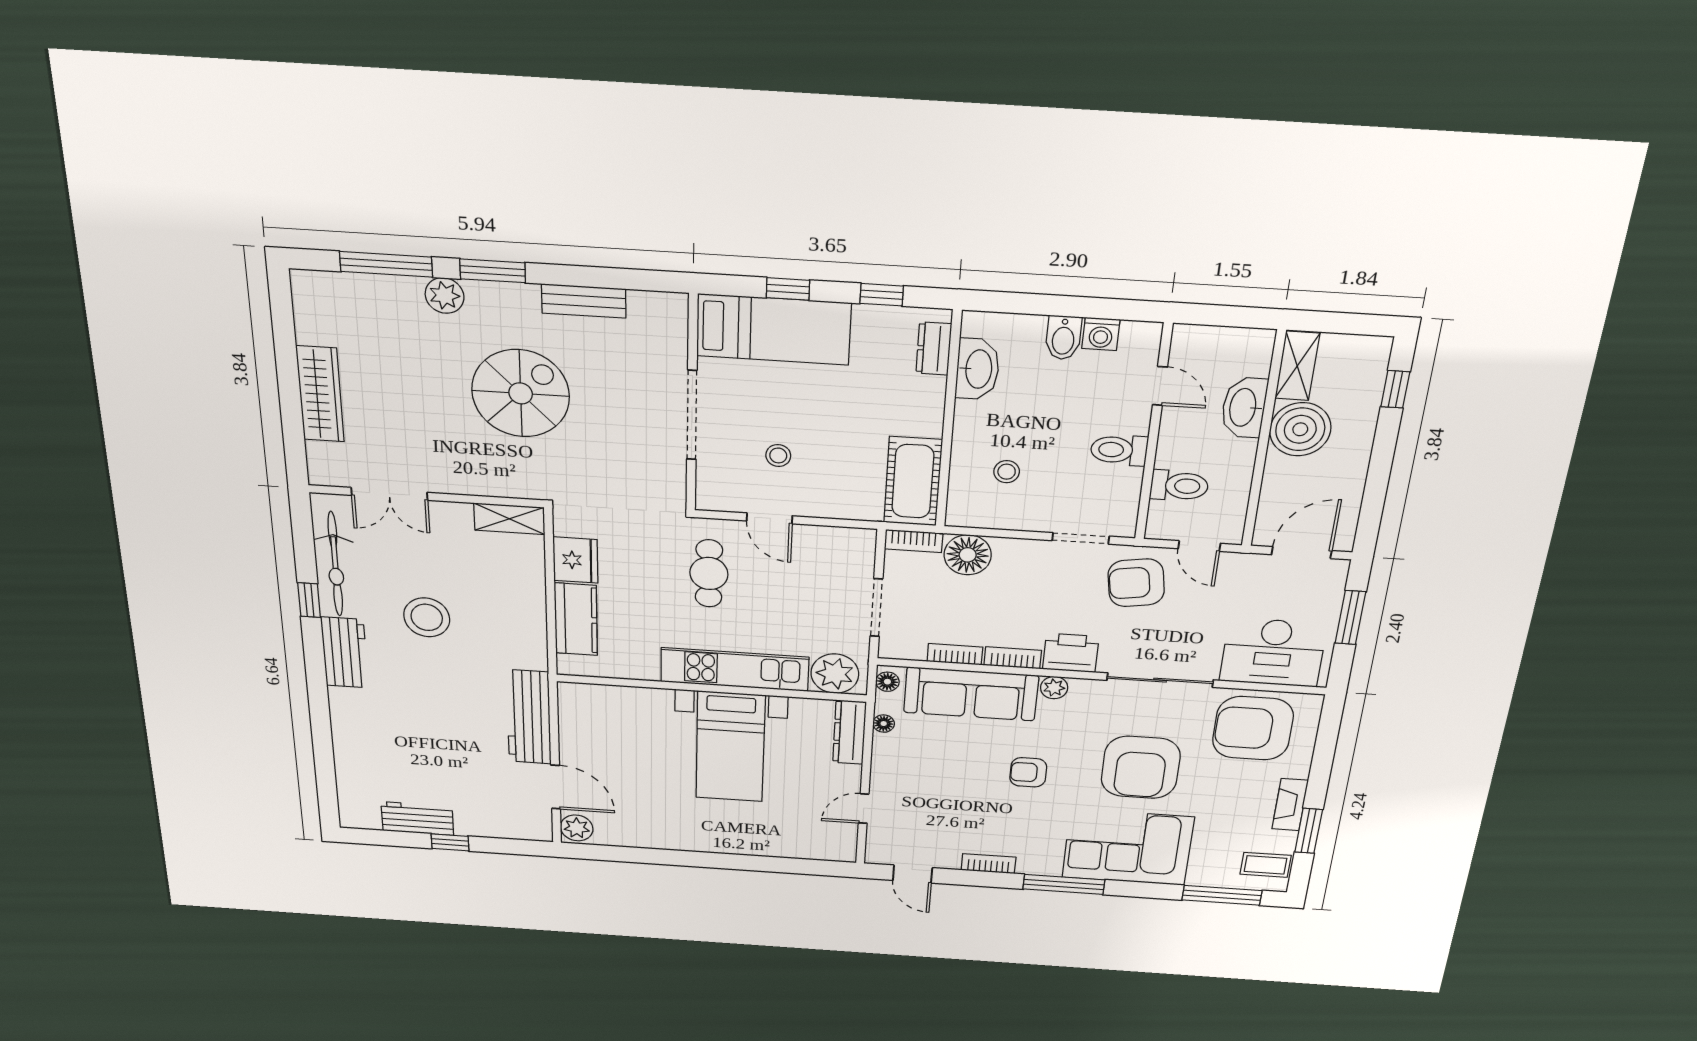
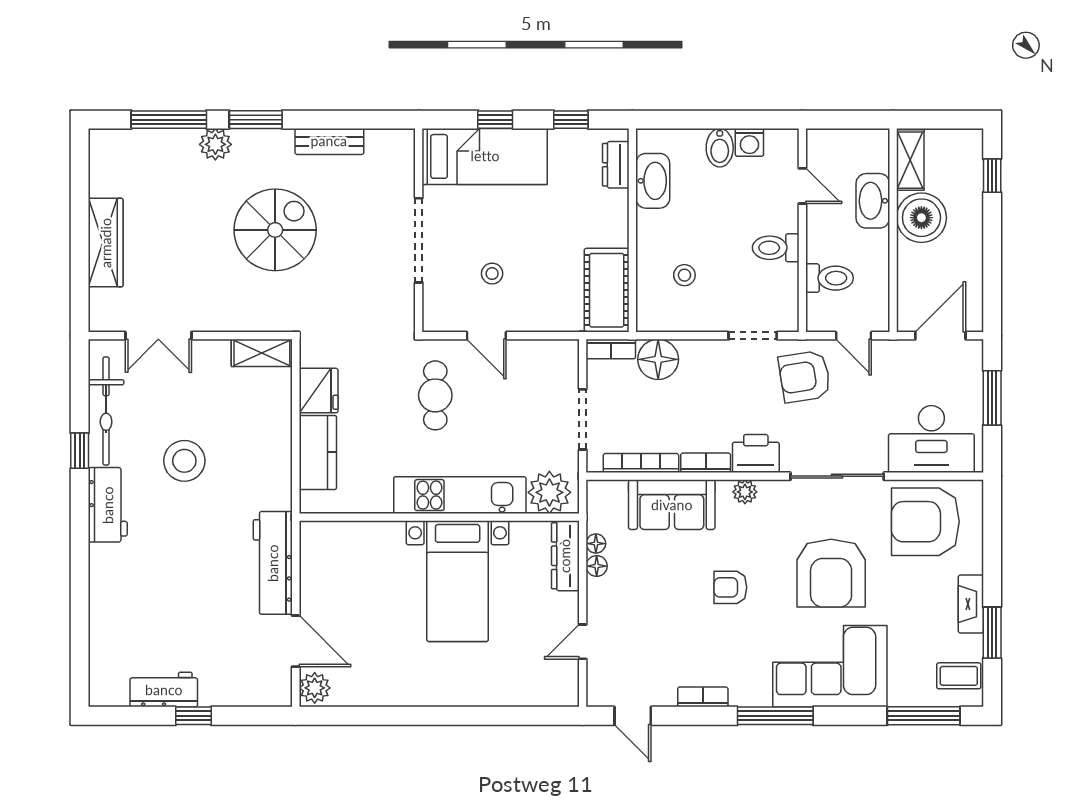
bookcase: (955, 654) -> (641, 463), width x1.56
floor lamp: (887, 682) -> (597, 566), moved
sofa: (971, 694) -> (672, 505), width x0.73

